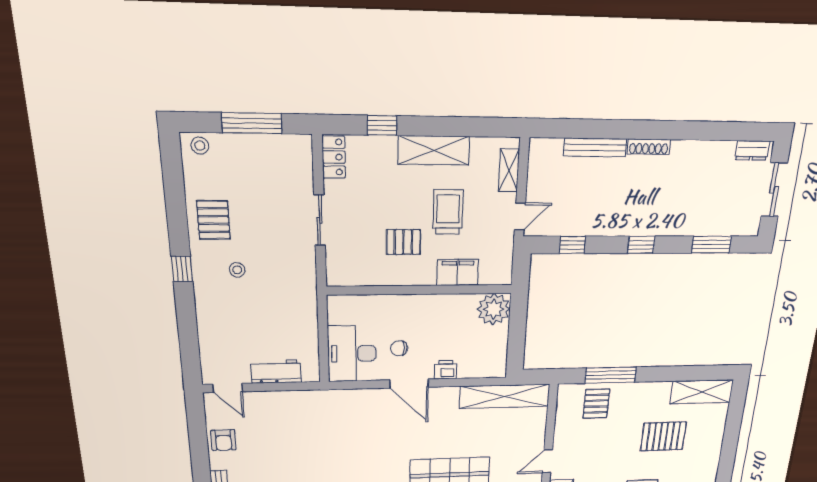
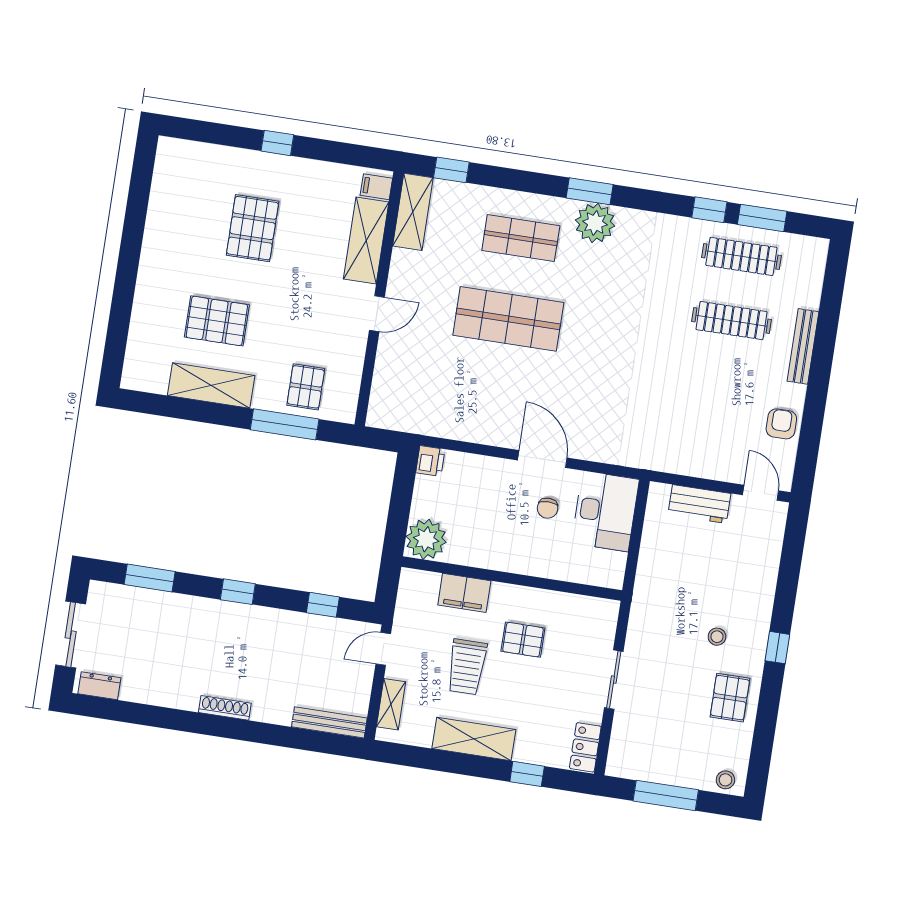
bench: (595, 147) -> (329, 722), moved
chair: (399, 348) -> (548, 508), turned 90
printer: (445, 370) -> (430, 461), moved, turned -90
shelving: (702, 392) -> (211, 386), moved
shelving: (505, 396) -> (424, 419), removed

